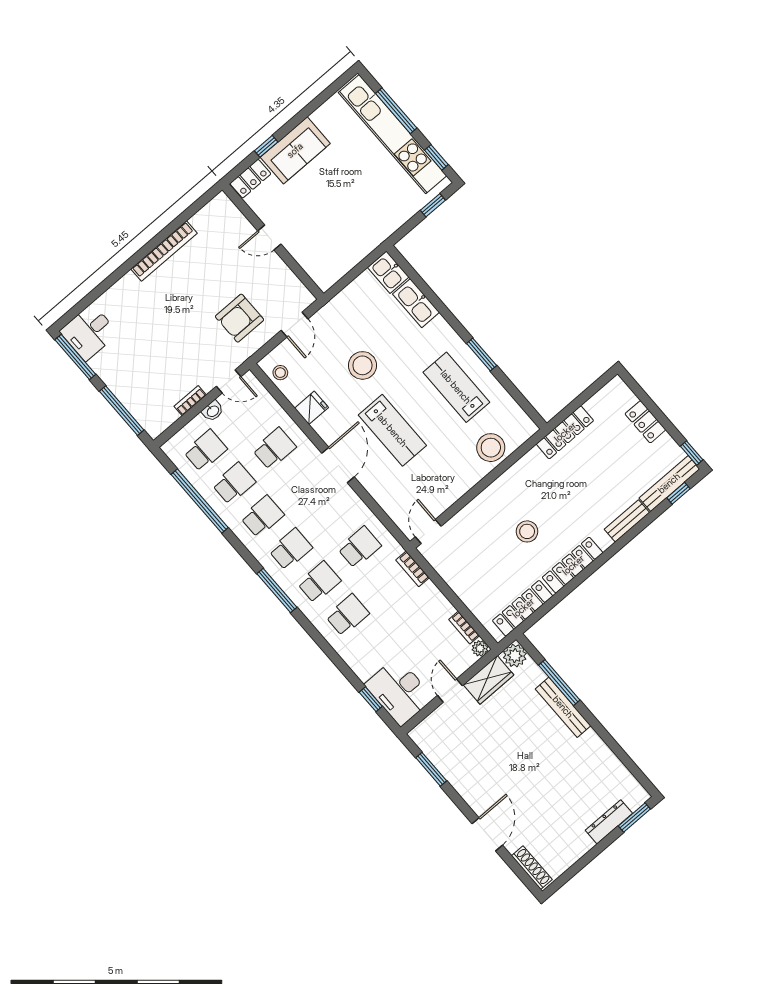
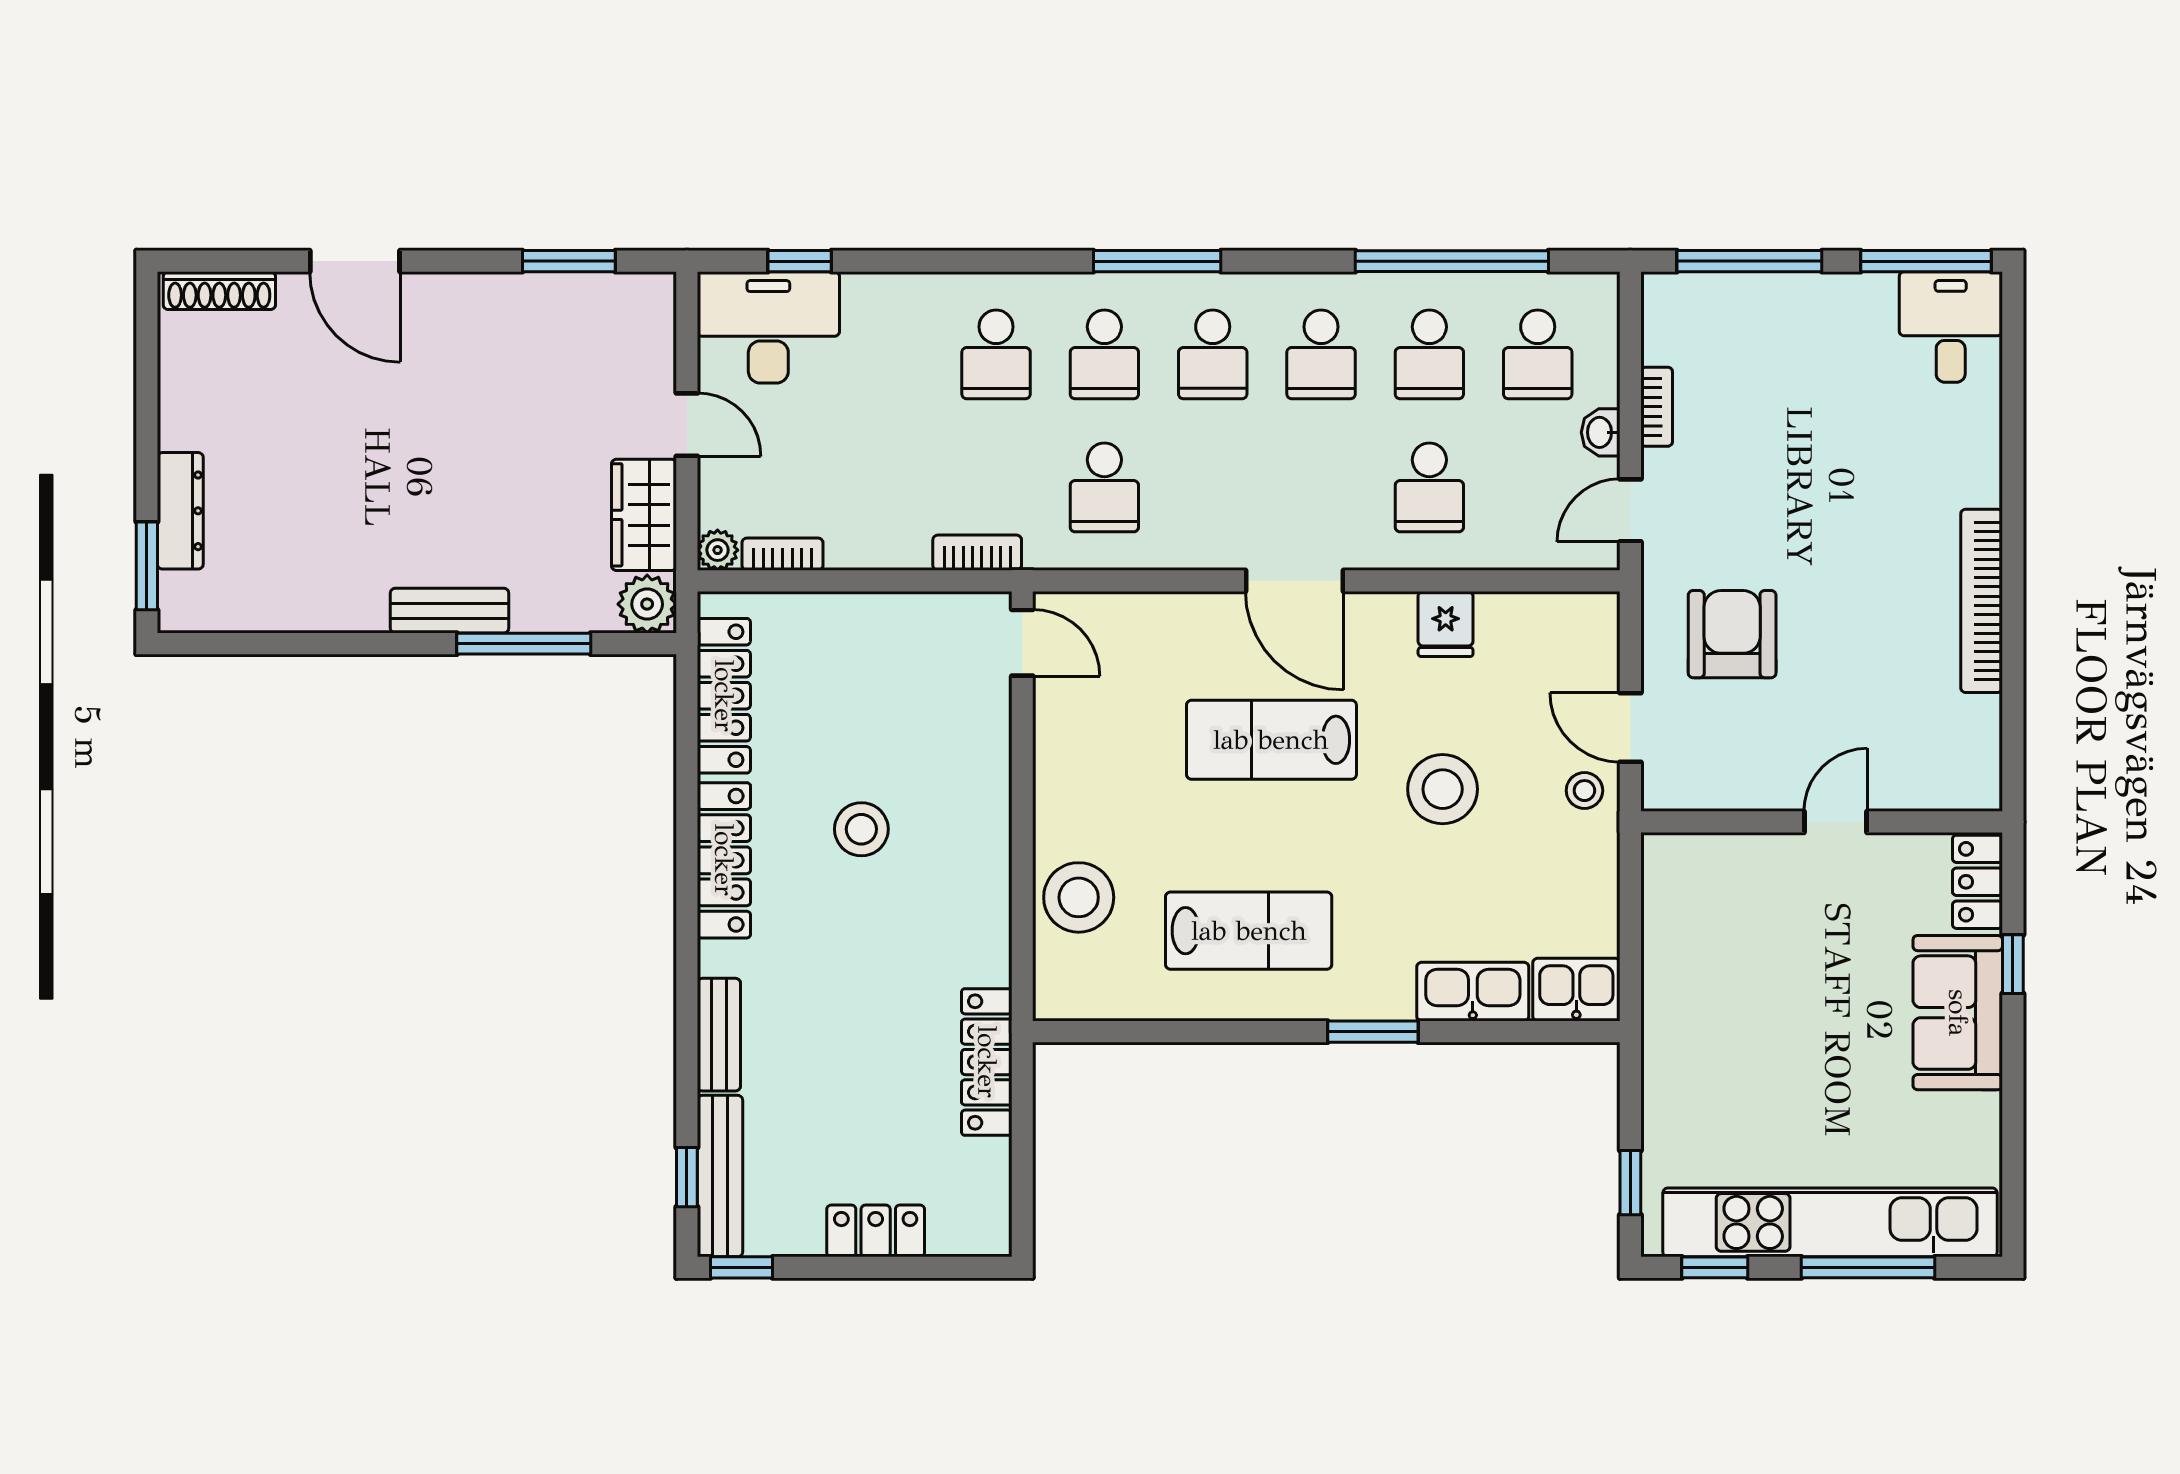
window: (482, 355) -> (1373, 1032), moved
stool: (280, 373) -> (1584, 791), moved
bench: (563, 707) -> (450, 611), width x0.73

